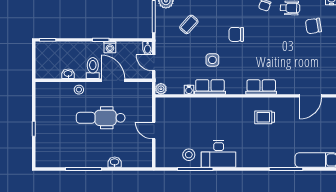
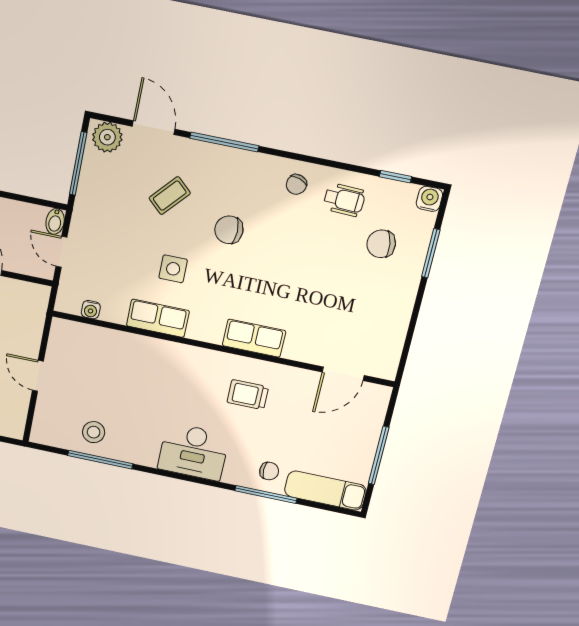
coffee table: (189, 24) -> (170, 196), moved
plant: (161, 89) -> (66, 303), removed
water cooler: (189, 90) -> (91, 310), moved
desk: (219, 154) -> (193, 452), moved
chair: (285, 156) -> (269, 471), added

